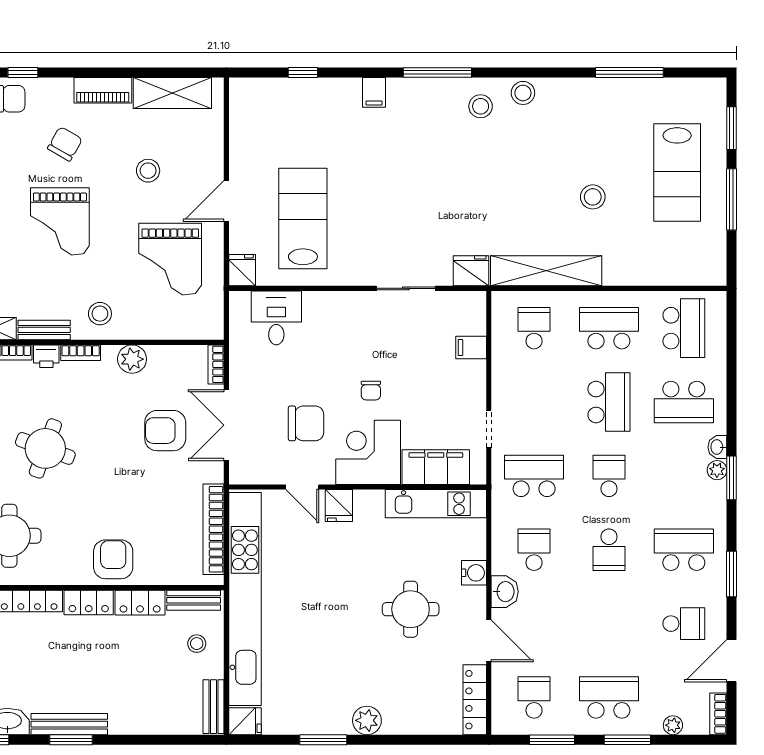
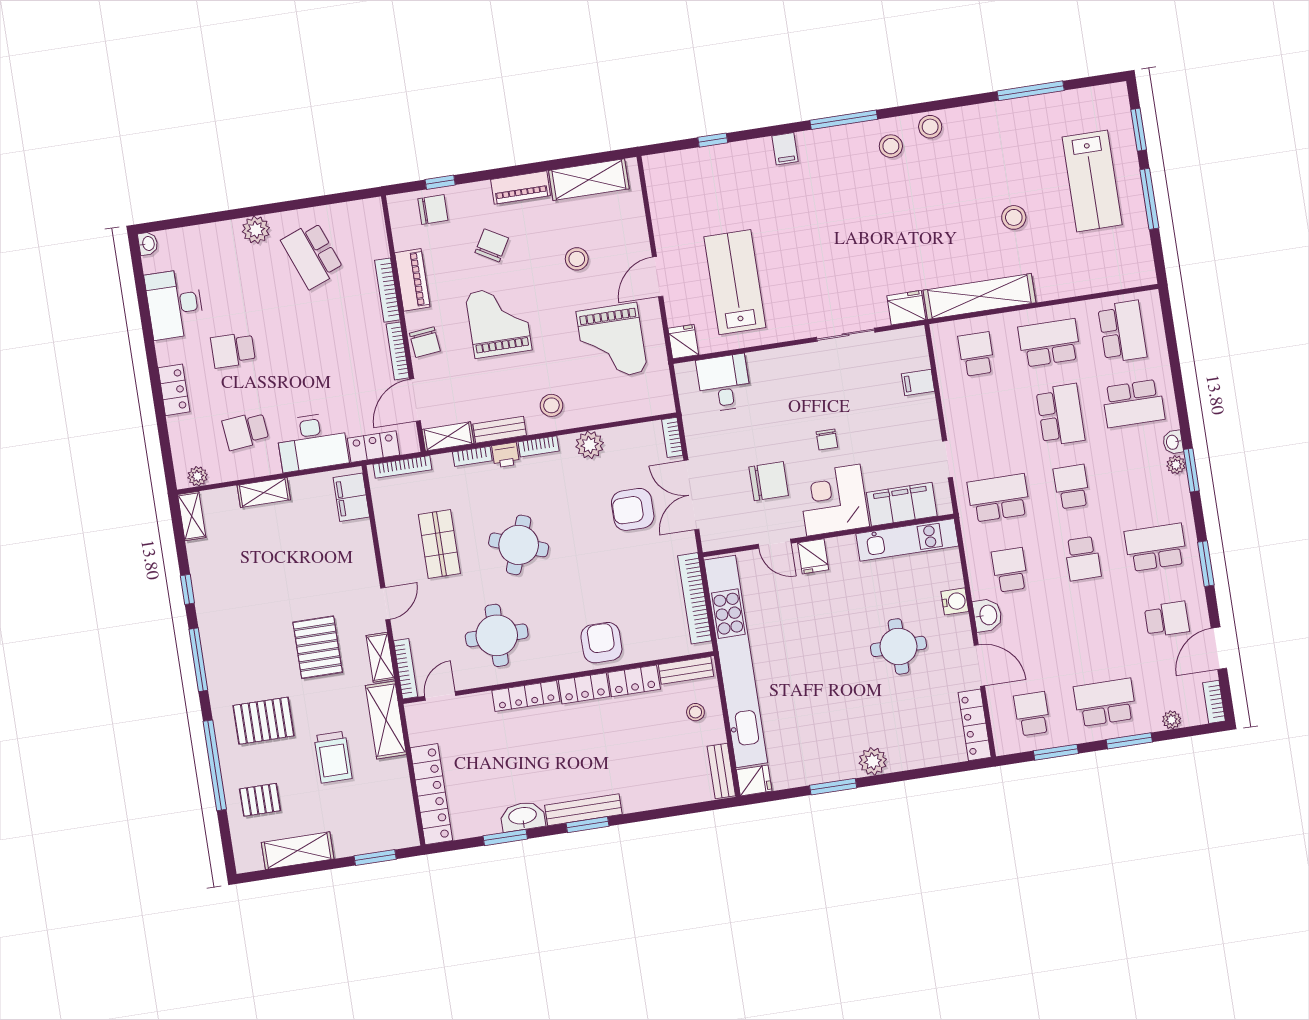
grand piano: (60, 221) -> (499, 322), turned 180

